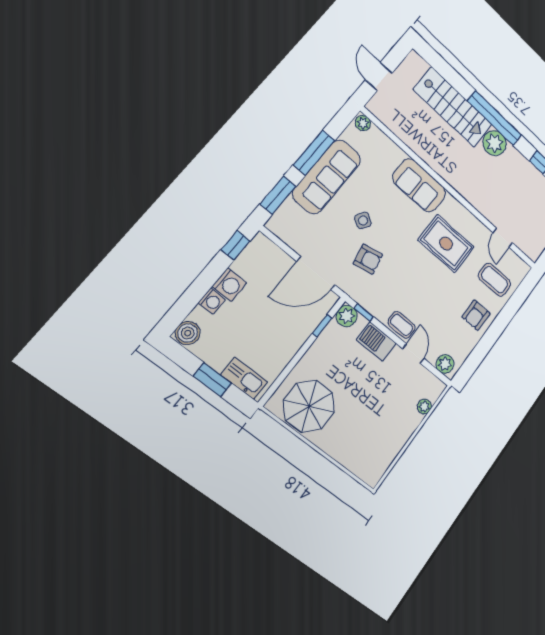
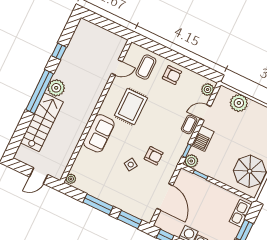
sofa: (327, 177) -> (110, 193), removed
armchair: (368, 259) -> (154, 156), turned 102
door: (316, 273) -> (165, 197), moved
plant: (424, 407) -> (239, 103), width x1.88, depth x1.88

